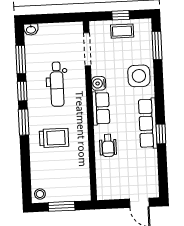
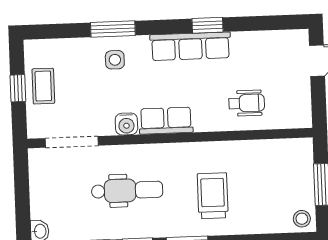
window: (157, 45) -> (113, 29), moved
side table: (139, 76) -> (115, 60), width x0.54, depth x0.54
wheelchair: (108, 145) -> (247, 103), moved

